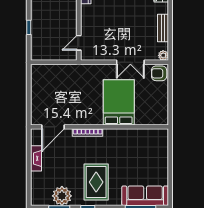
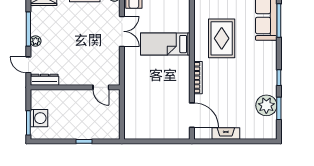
bed: (119, 102) -> (165, 44), width x0.67
rug: (96, 182) -> (222, 38), moved, turned 90

